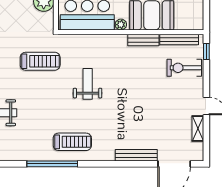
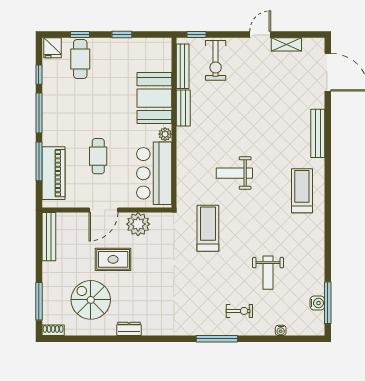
bench: (136, 155) -> (318, 133), moved
window: (52, 164) -> (328, 214), removed

